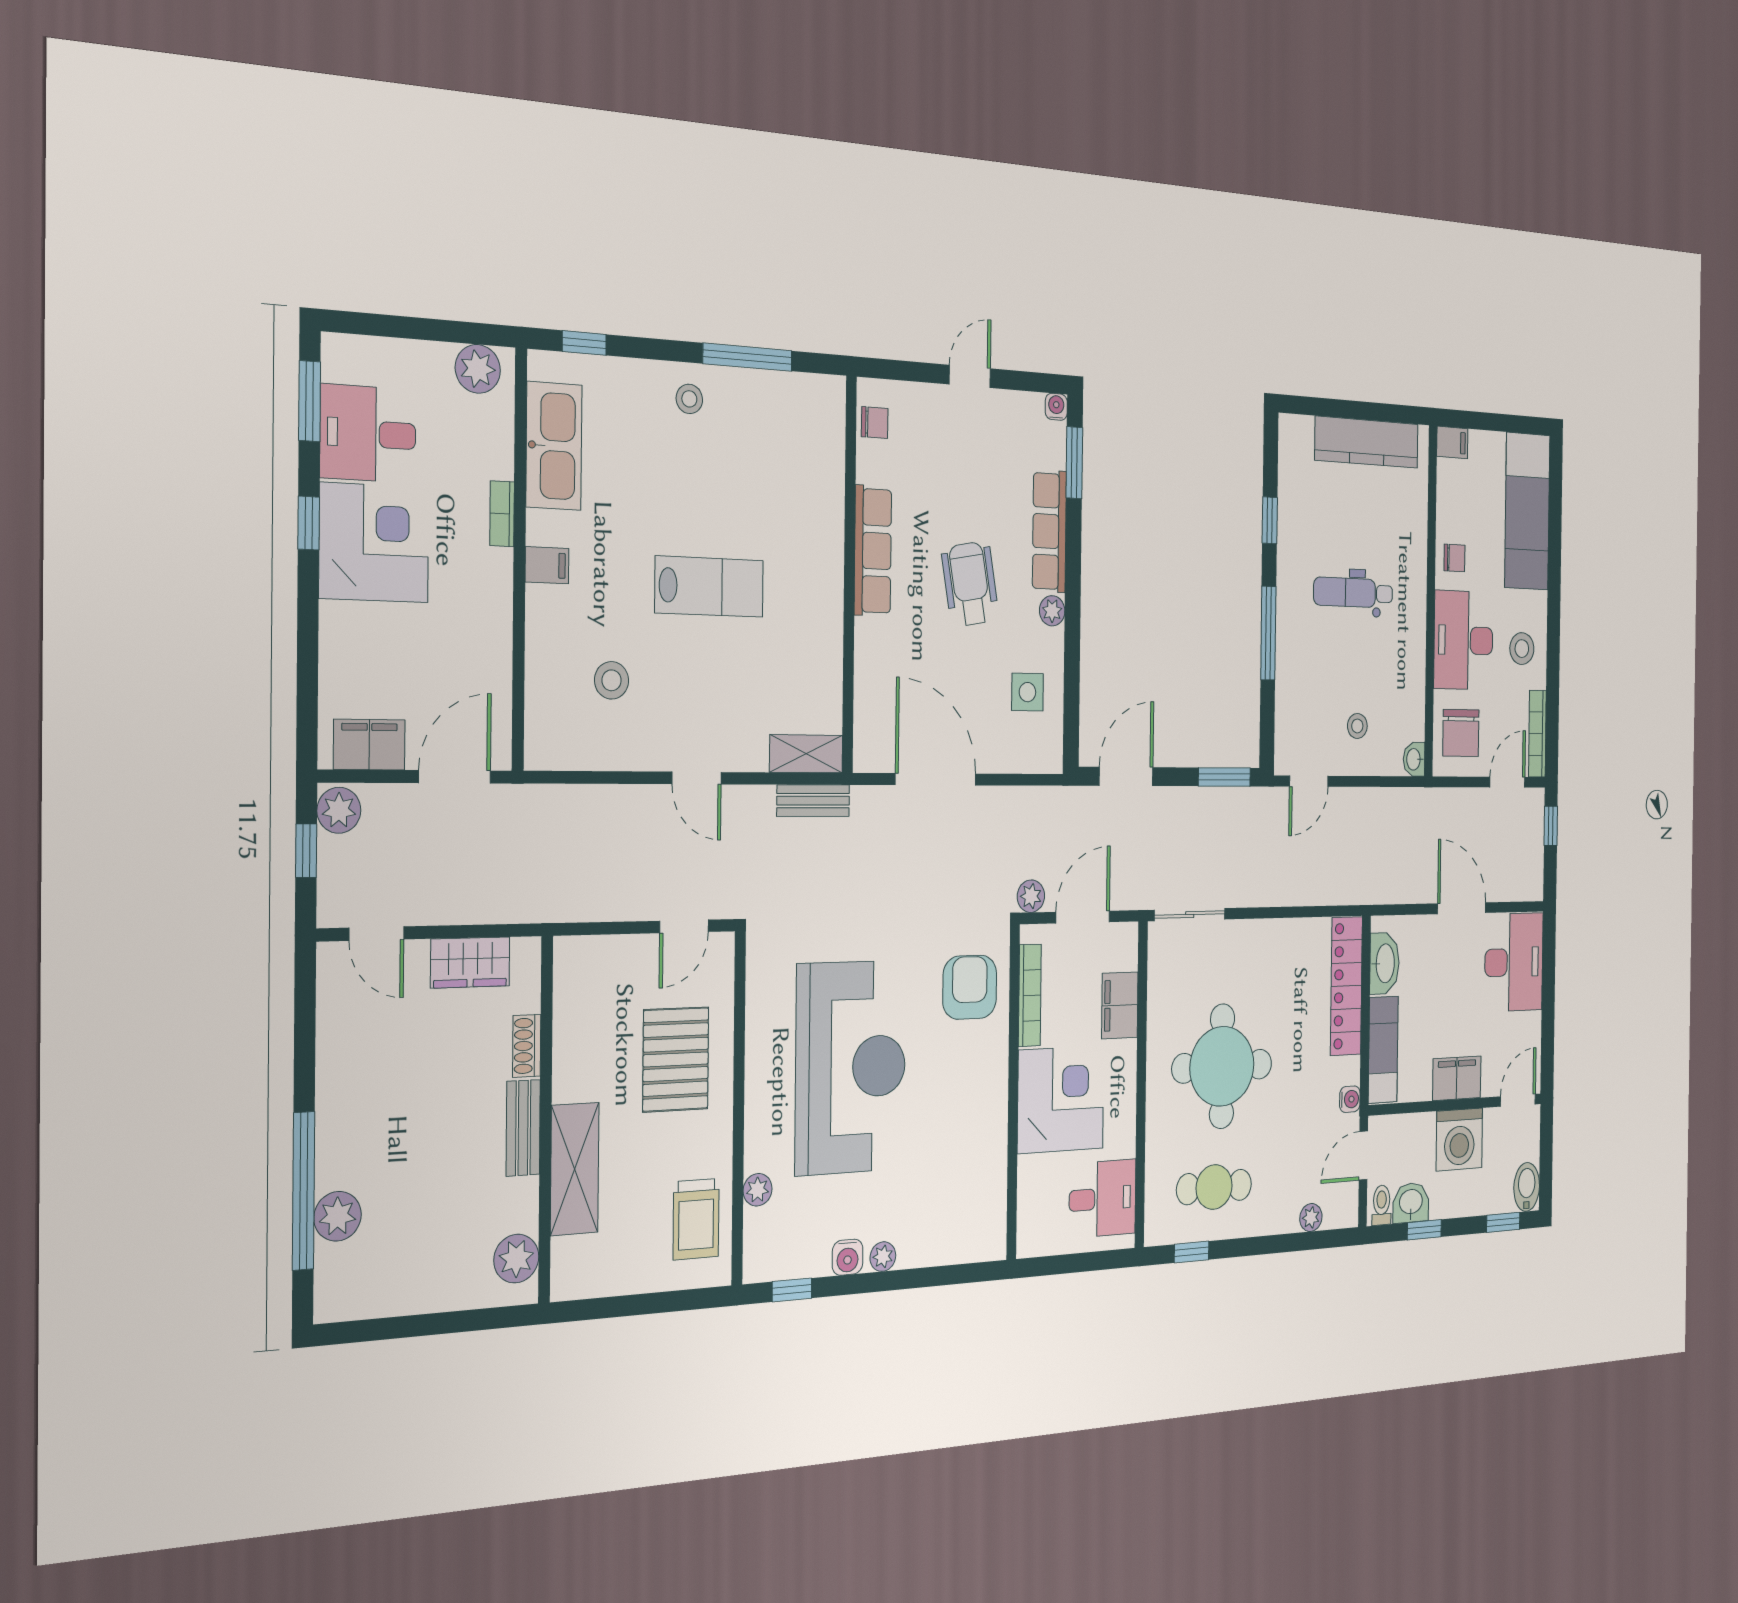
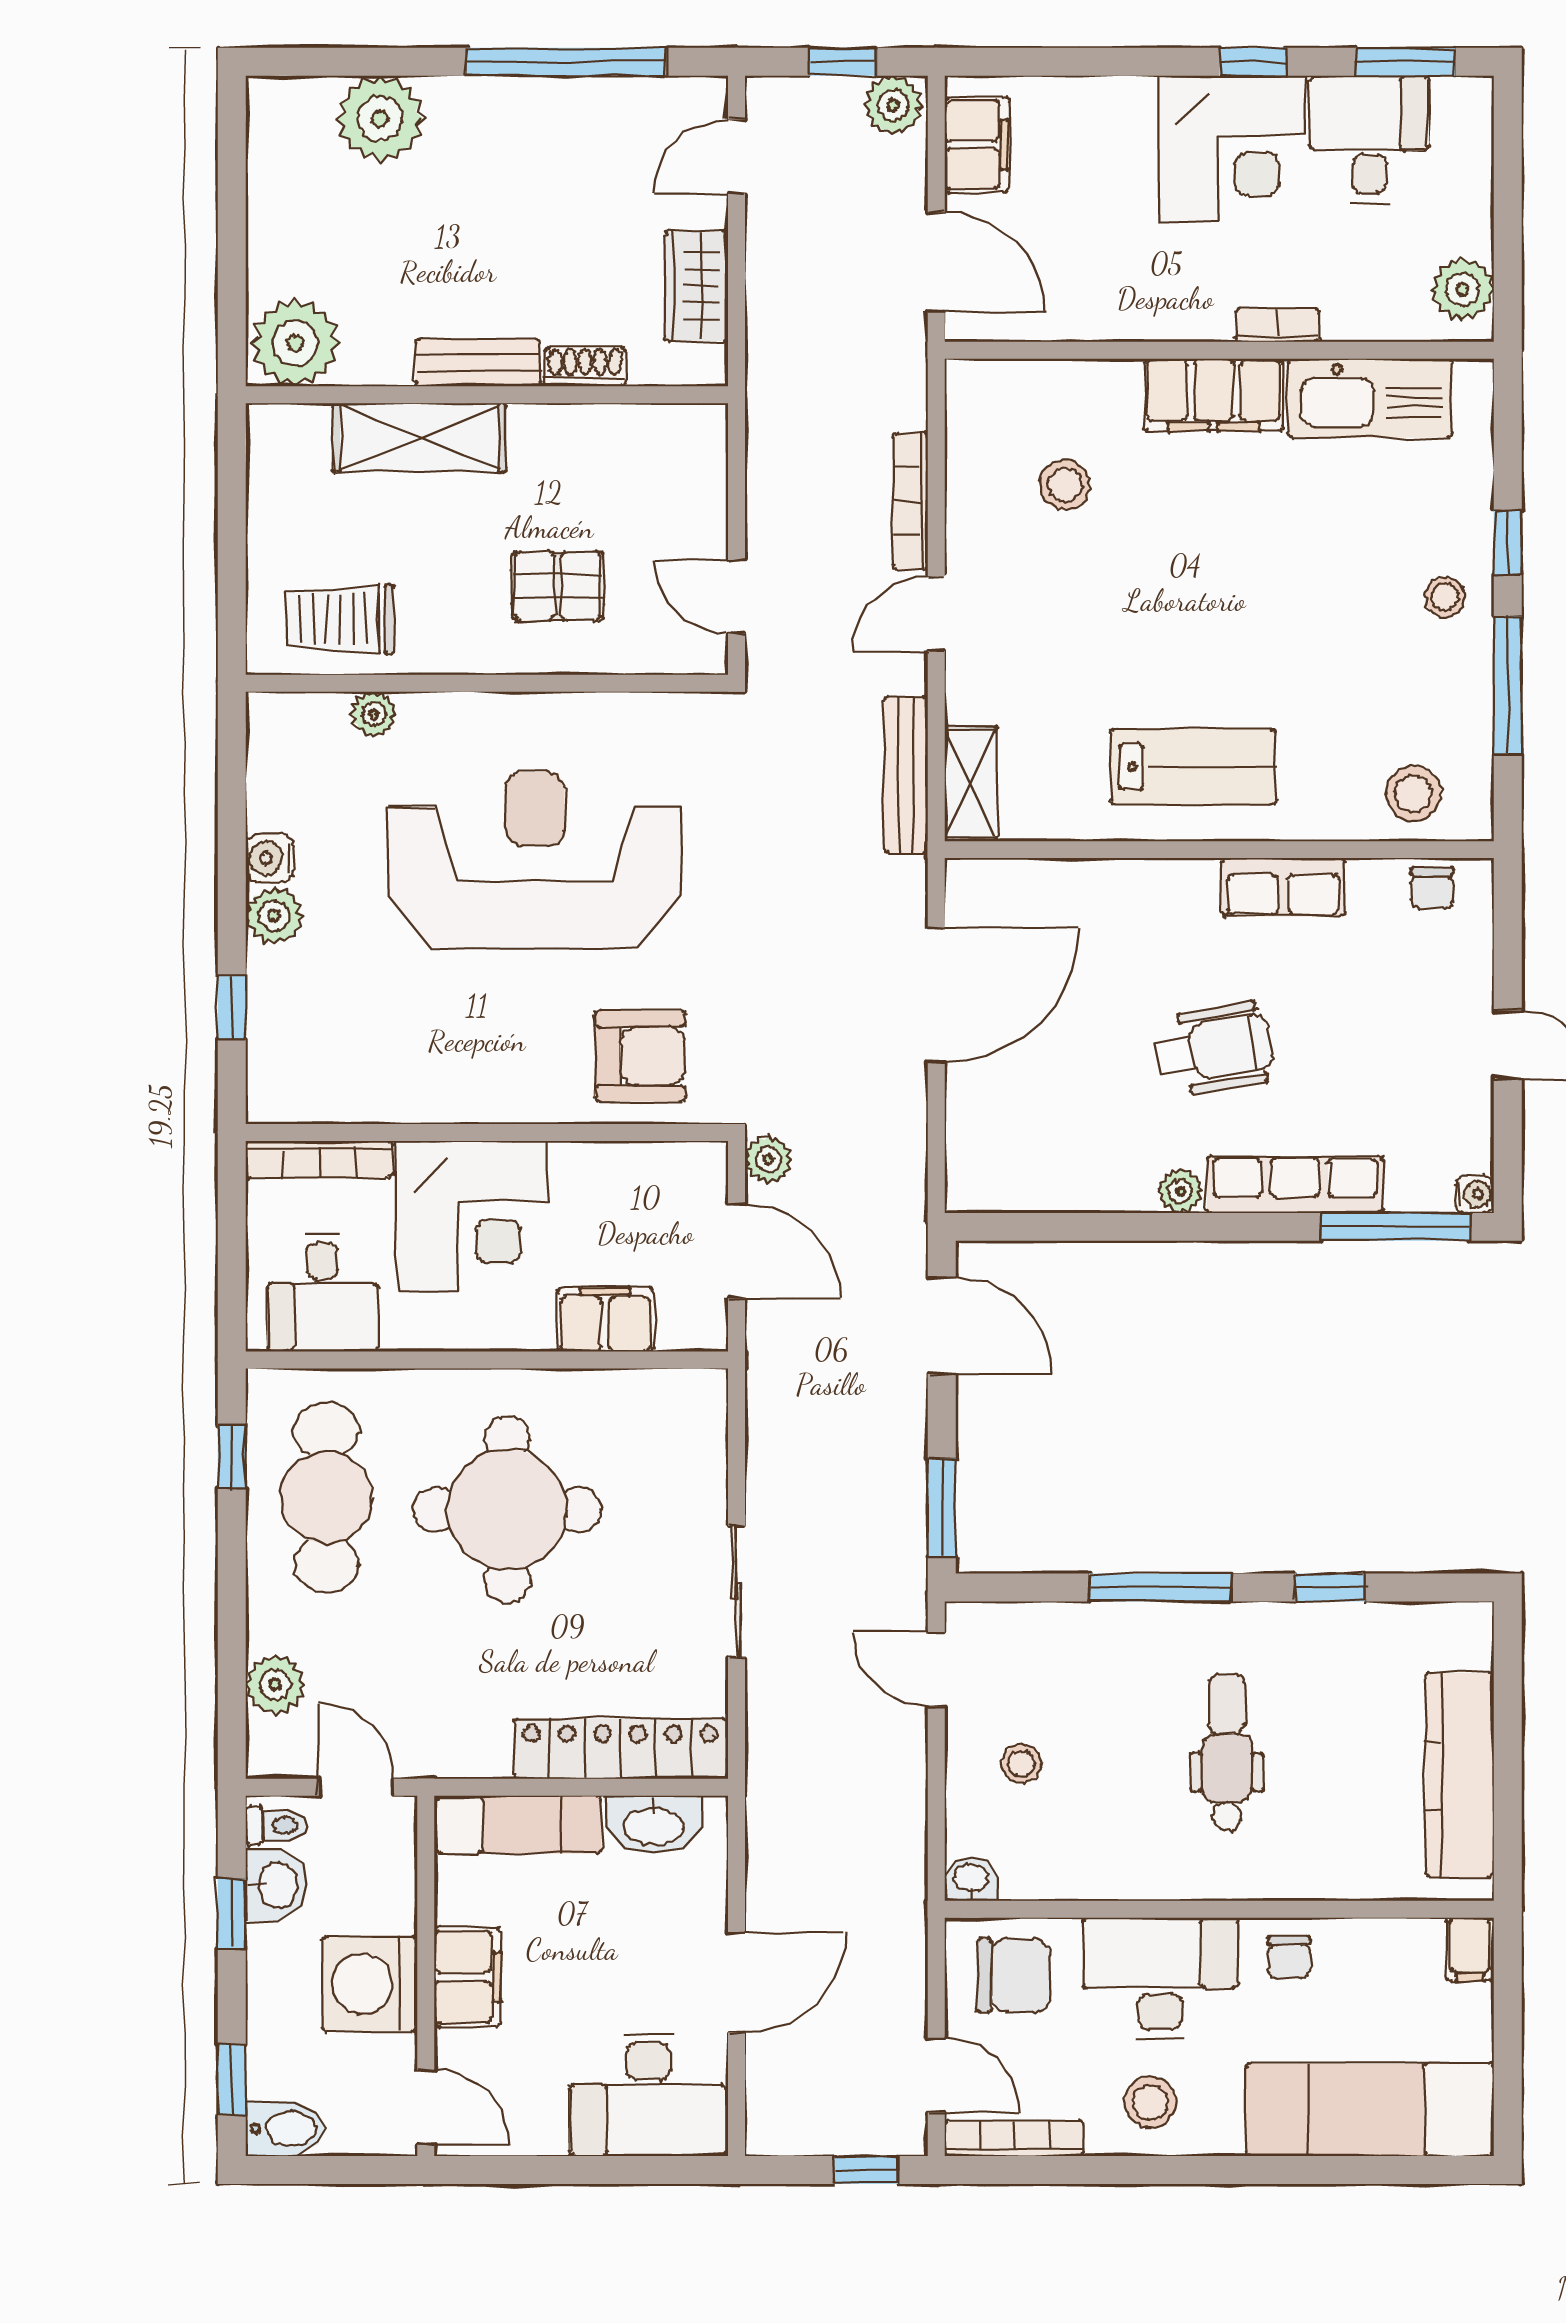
window: (584, 343) -> (1508, 543), moved
stool: (816, 432) -> (1414, 794), added
window: (1074, 463) -> (1396, 1227), width x1.44
row of seats: (873, 551) -> (1283, 887), width x0.68
filing cabinet: (547, 565) -> (1214, 395), width x3.00, depth x1.17
lab bench: (709, 587) -> (1193, 767), moved, turned -90
side table: (1027, 692) -> (1062, 1149), removed
chair: (1461, 733) -> (1014, 1976), turned 180
bookcase: (621, 797) -> (910, 501), added
bench: (813, 801) -> (906, 775), width x1.36
sliding door: (1190, 915) -> (736, 1591), moved
bookcase: (1030, 995) -> (319, 1160), moved
pallet: (676, 1059) -> (558, 586), width x0.67, depth x0.71
reception desk: (851, 1067) -> (535, 860), turned 180
water cooler: (1350, 1099) -> (445, 1759), removed
cafe table: (1214, 1187) -> (326, 1497), width x1.37, depth x1.35
window: (304, 1191) -> (566, 62), moved
plant: (338, 1216) -> (380, 119), width x1.36, depth x1.36
plant: (1311, 1218) -> (275, 1685), width x1.38, depth x1.38
plant: (883, 1257) -> (274, 916), width x1.38, depth x1.38
plant: (516, 1259) -> (296, 343), width x1.36, depth x1.36
window: (792, 1290) -> (232, 1007), moved

